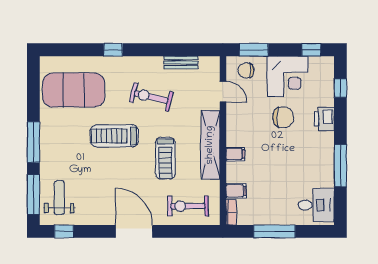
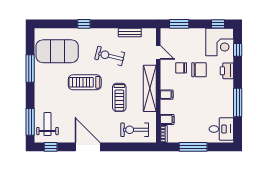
chair: (246, 70) -> (181, 68), moved
corner desk: (288, 76) -> (220, 42), moved
window: (33, 142) -> (30, 69), moved
door: (134, 231) -> (88, 147), moved

